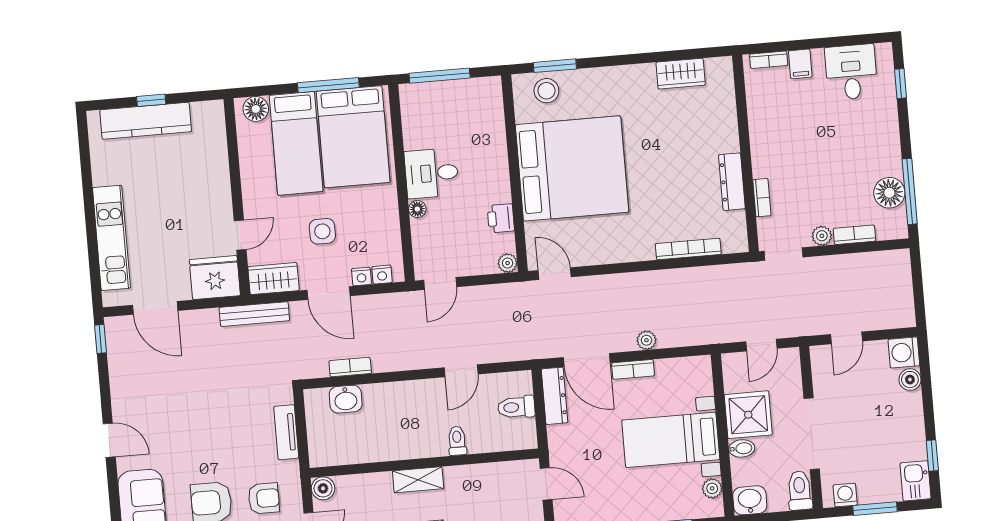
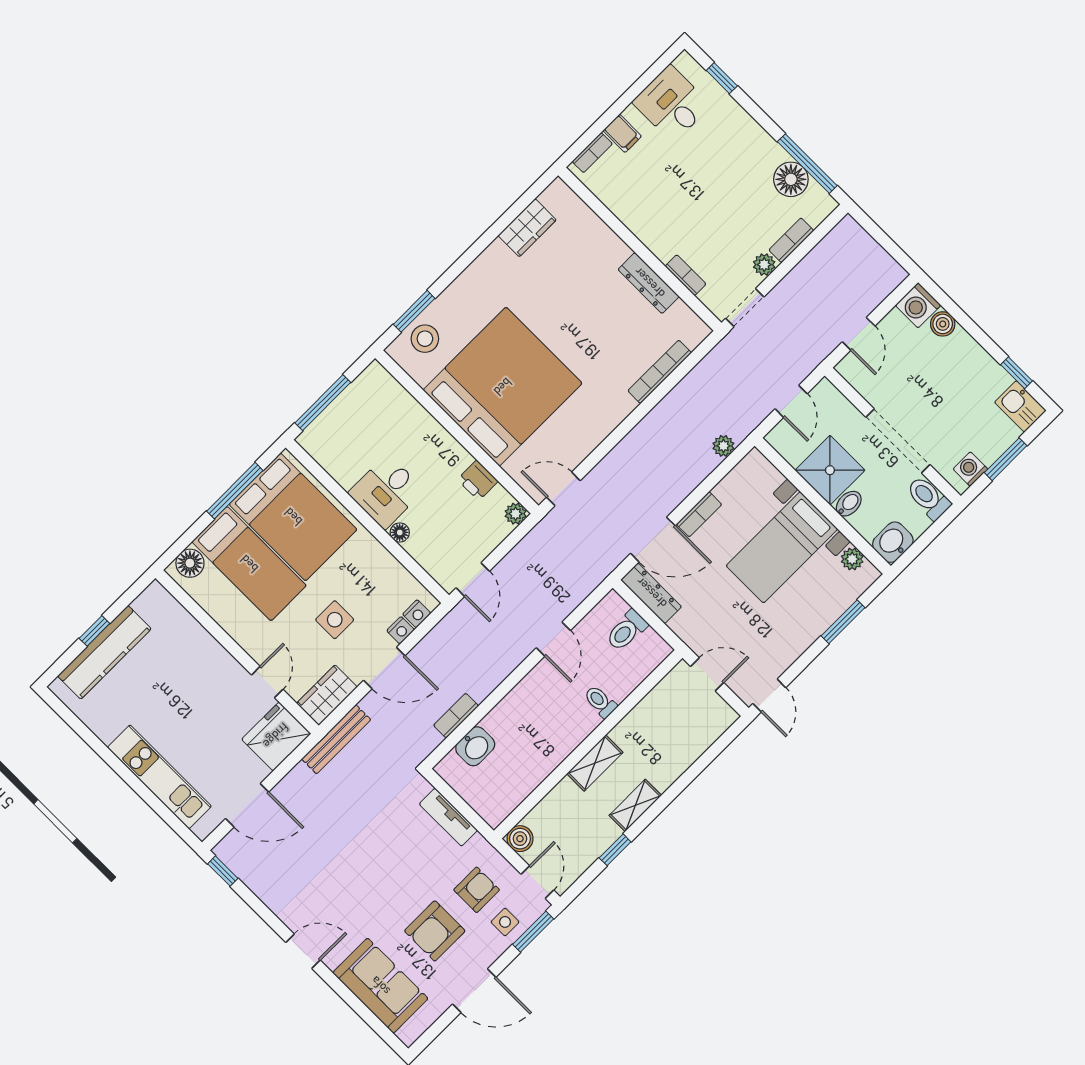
plant: (646, 340) -> (723, 446), moved

